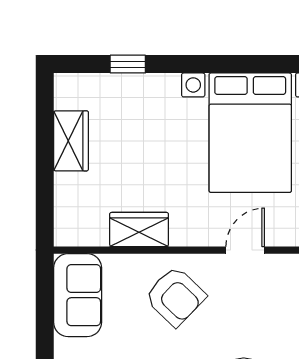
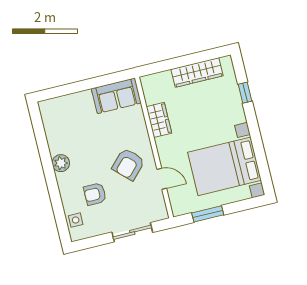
wardrobe: (71, 141) -> (197, 72), width x1.50
armchair: (175, 296) -> (128, 164), moved

